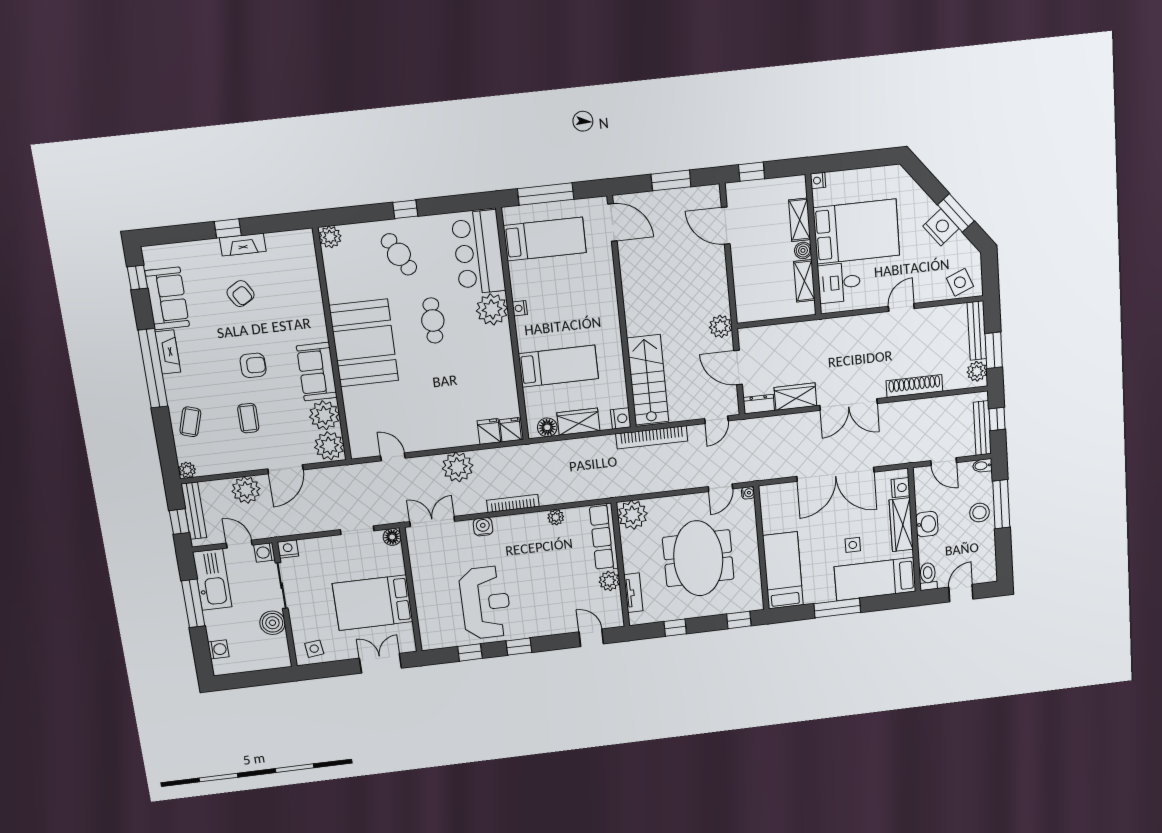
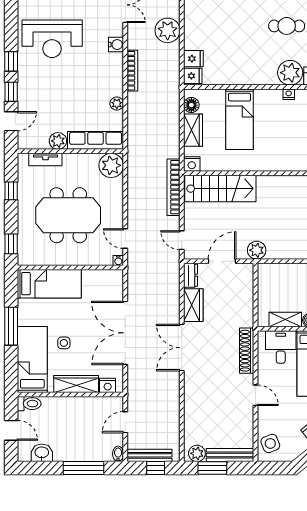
shoe rack: (914, 386) -> (247, 351), moved, turned 180
stool: (979, 513) -> (79, 450), removed
washbasin: (927, 524) -> (42, 453), moved, turned 180
window: (470, 652) -> (11, 92), moved

